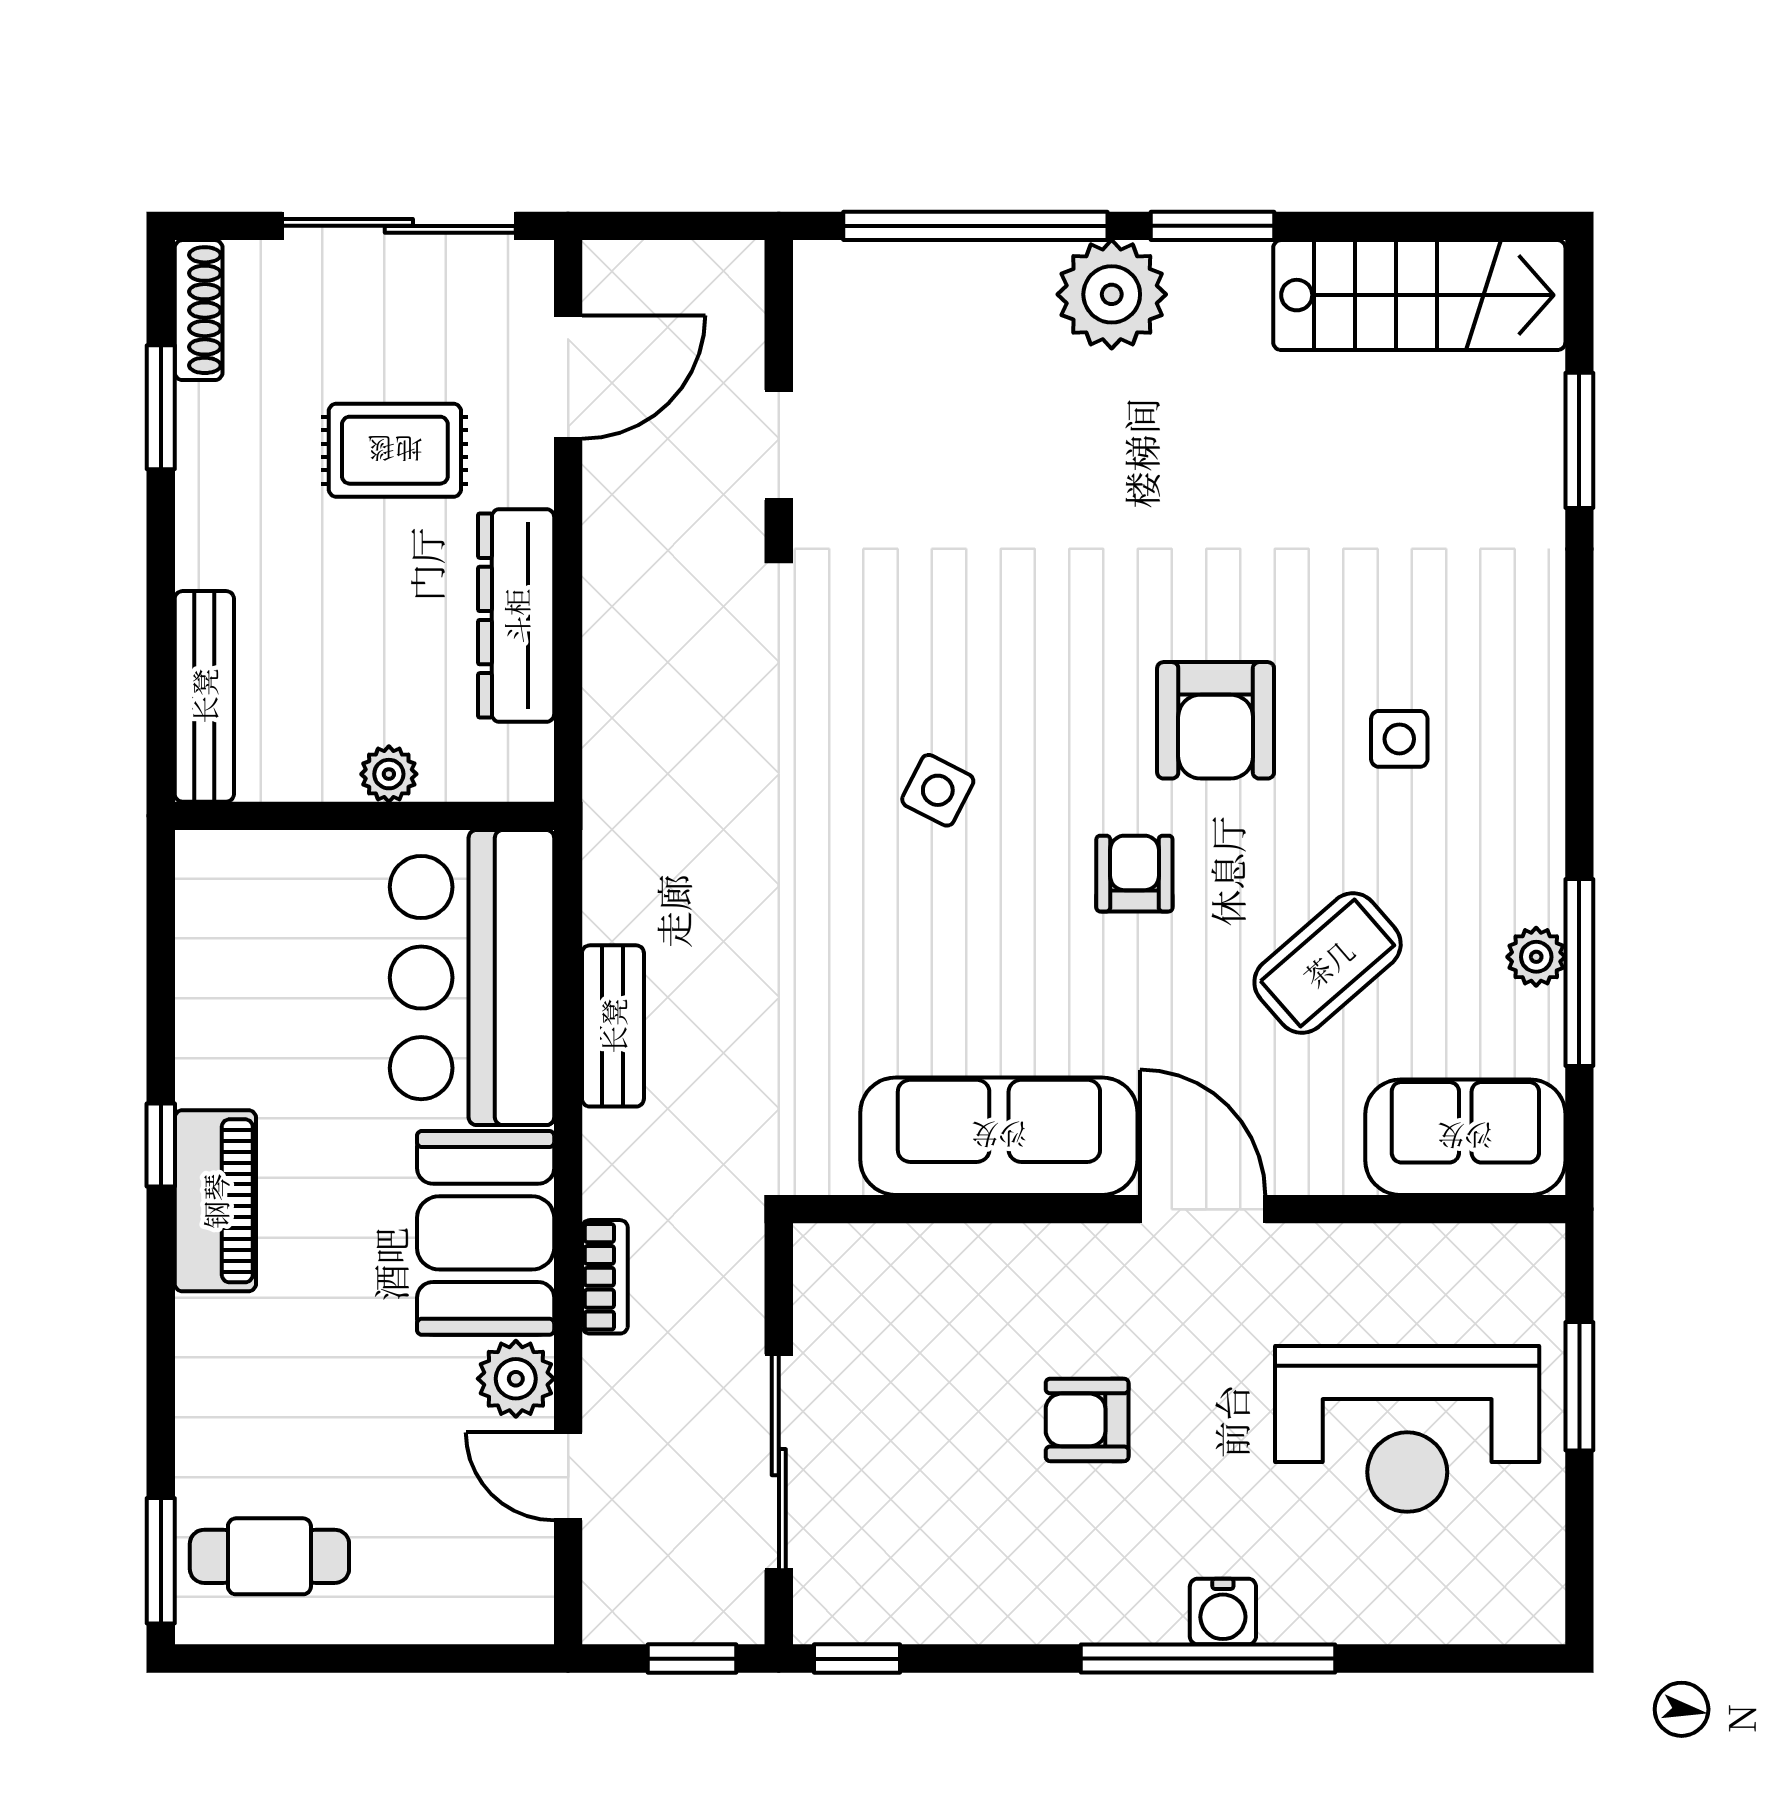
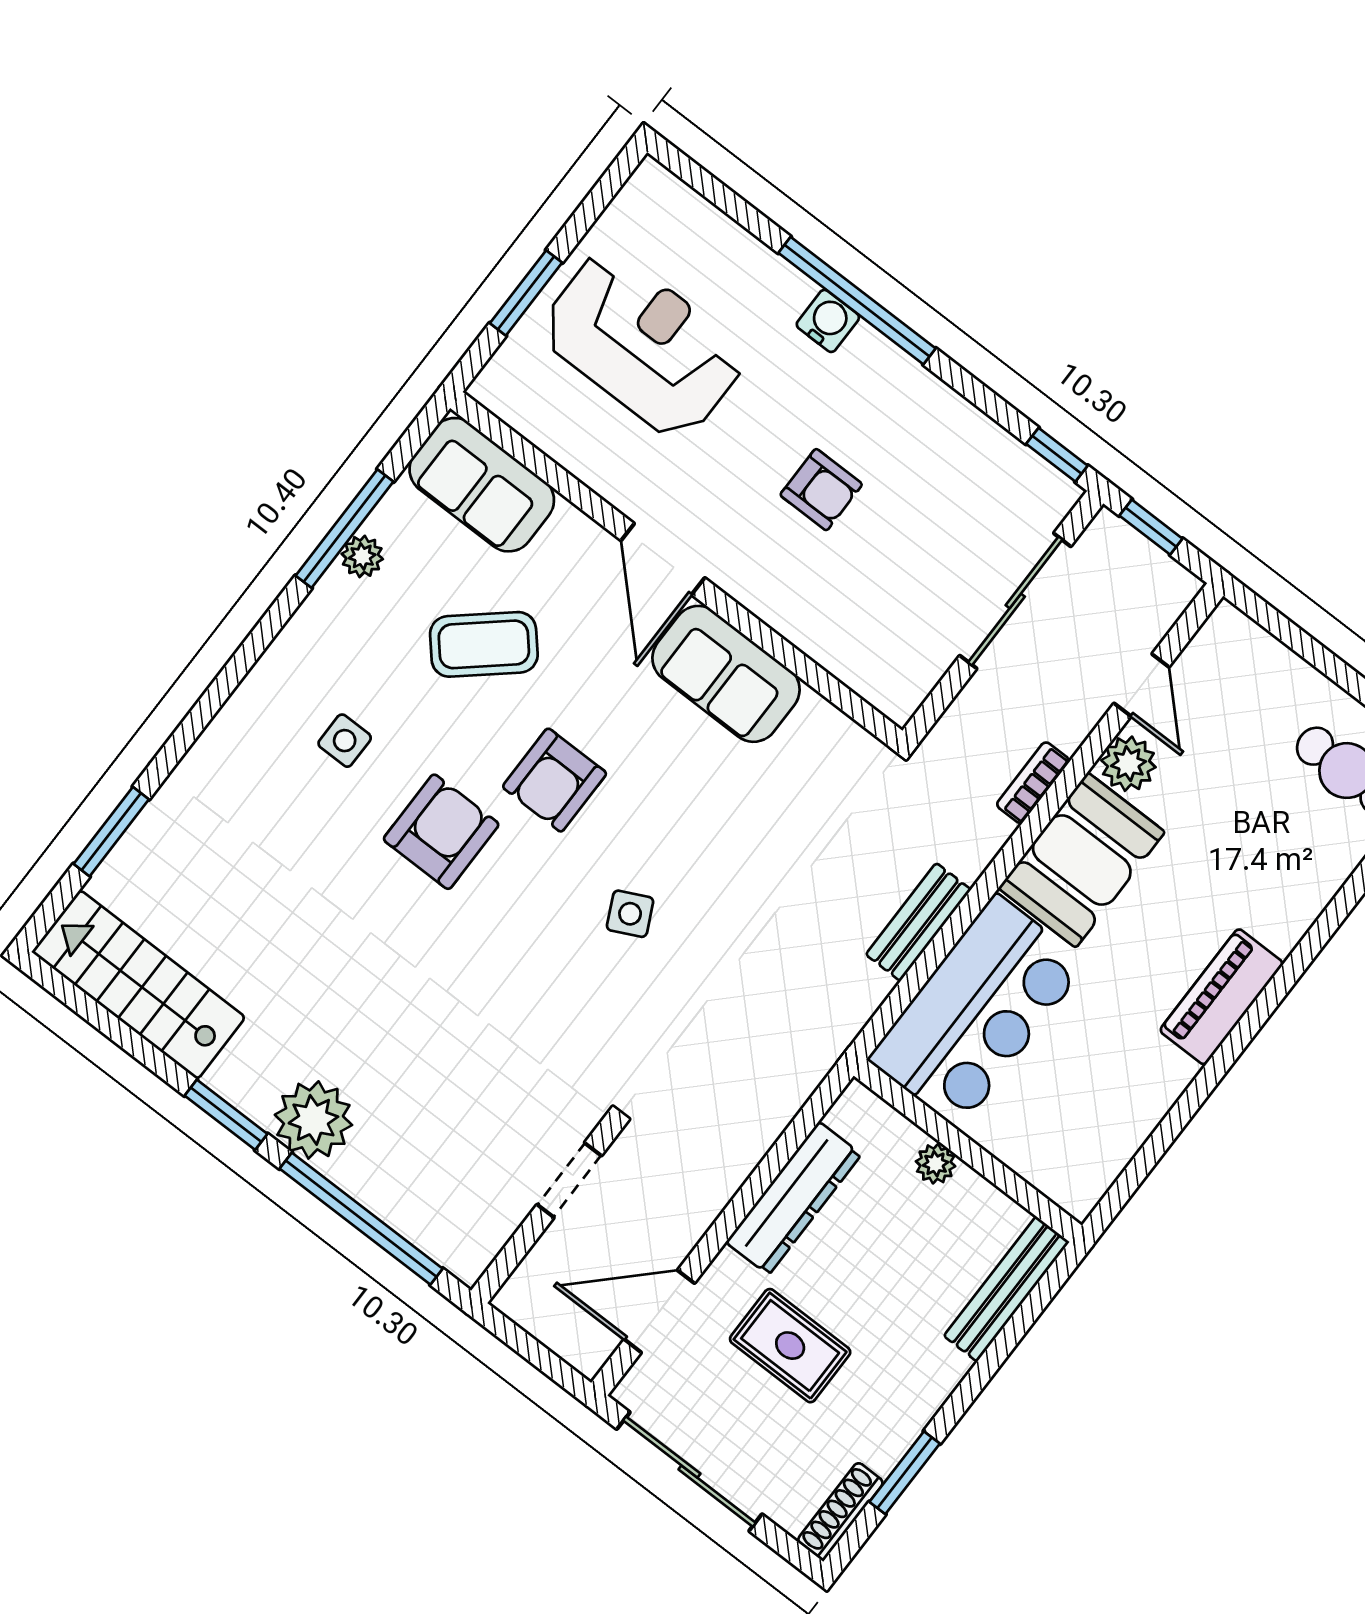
side table: (938, 790) -> (630, 914), turned 37
armchair: (1134, 874) -> (555, 780), width x1.38, depth x1.38
sofa: (999, 1136) -> (726, 674), width x0.73
window: (161, 1145) -> (1228, 1053), removed

